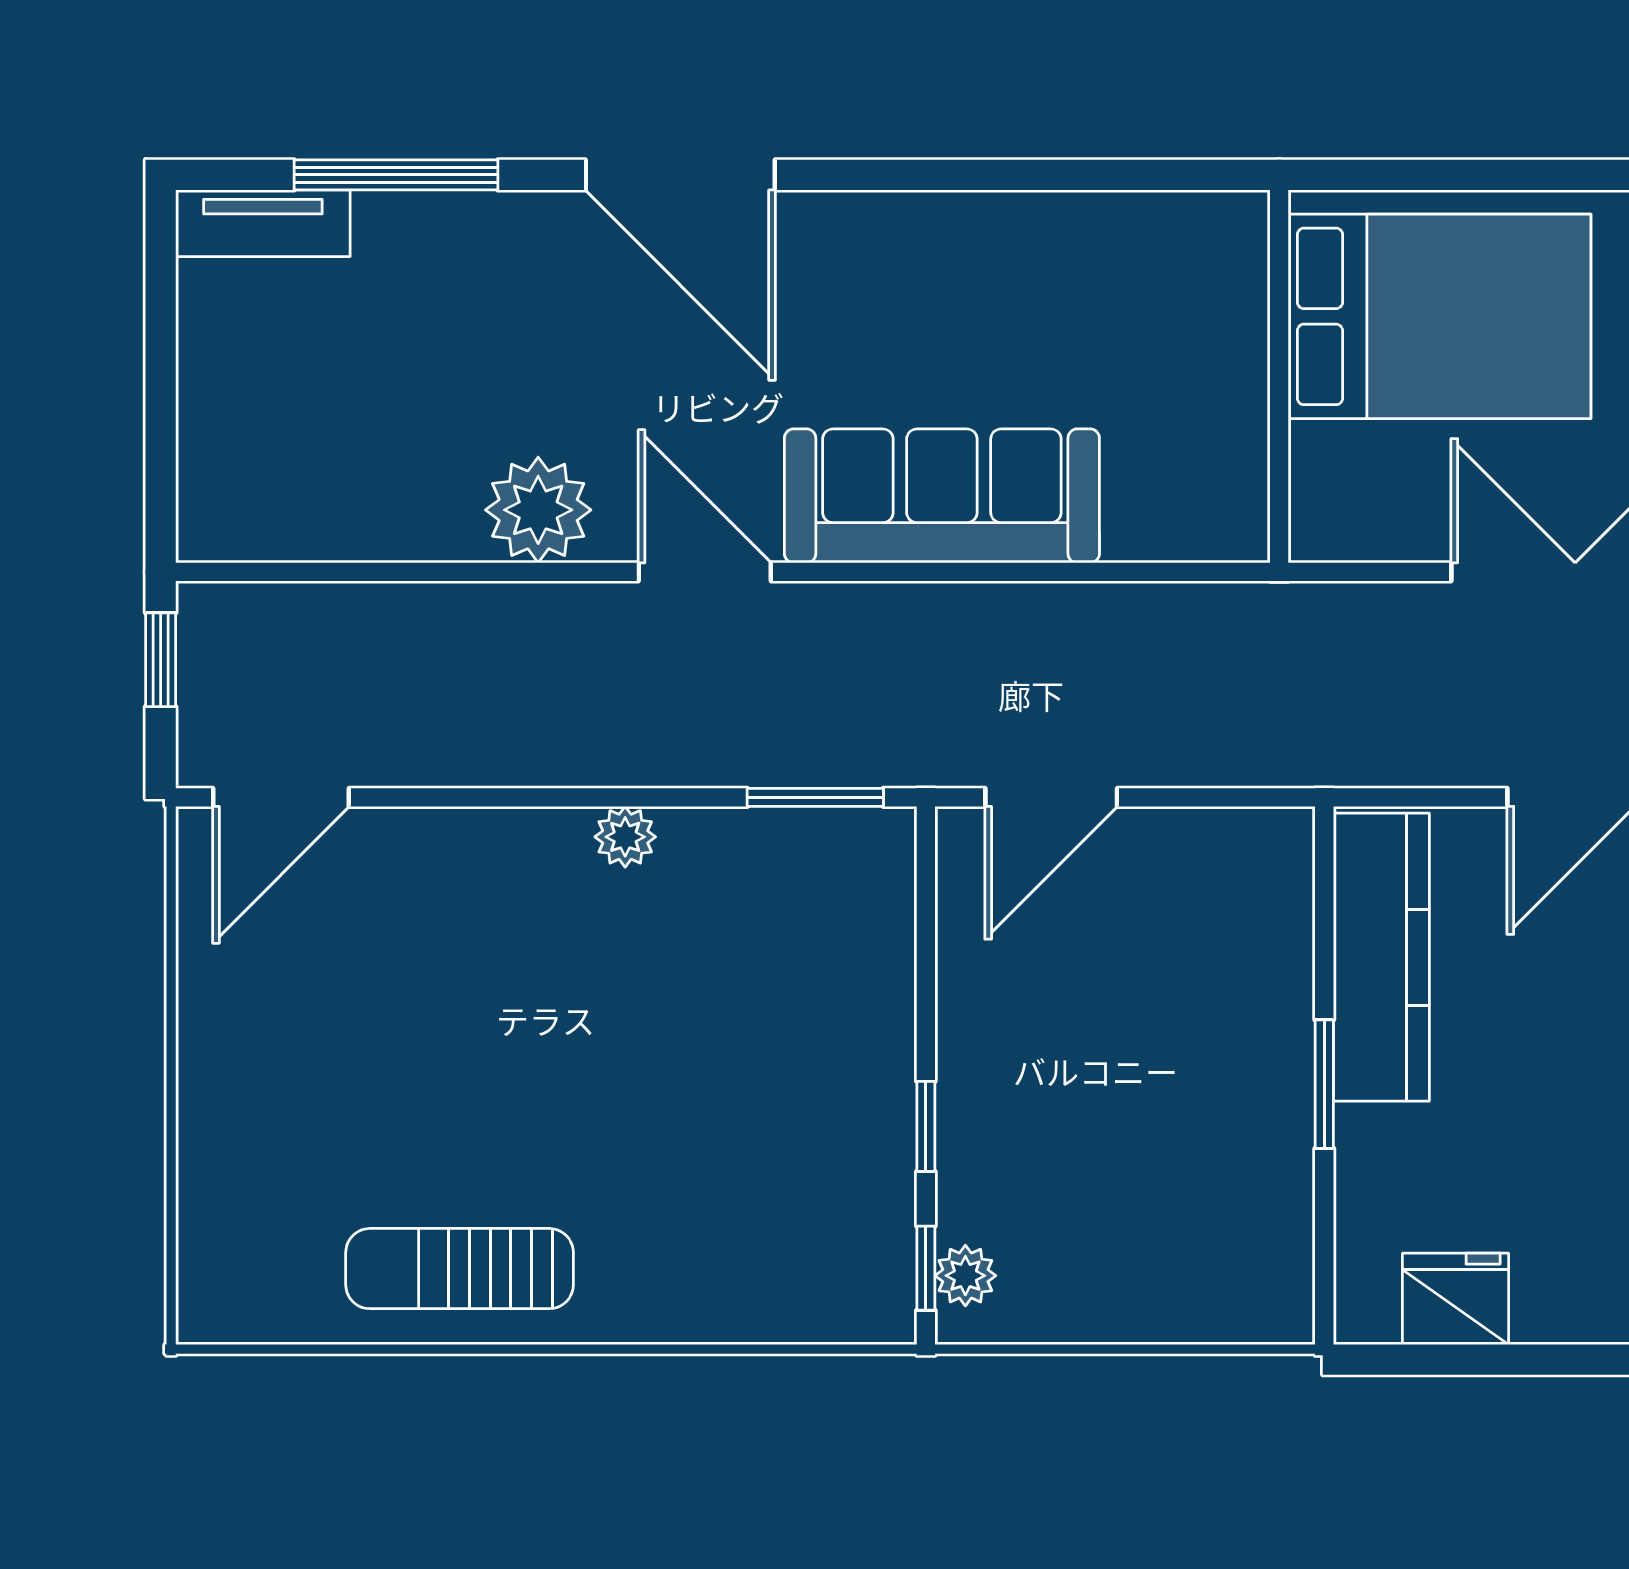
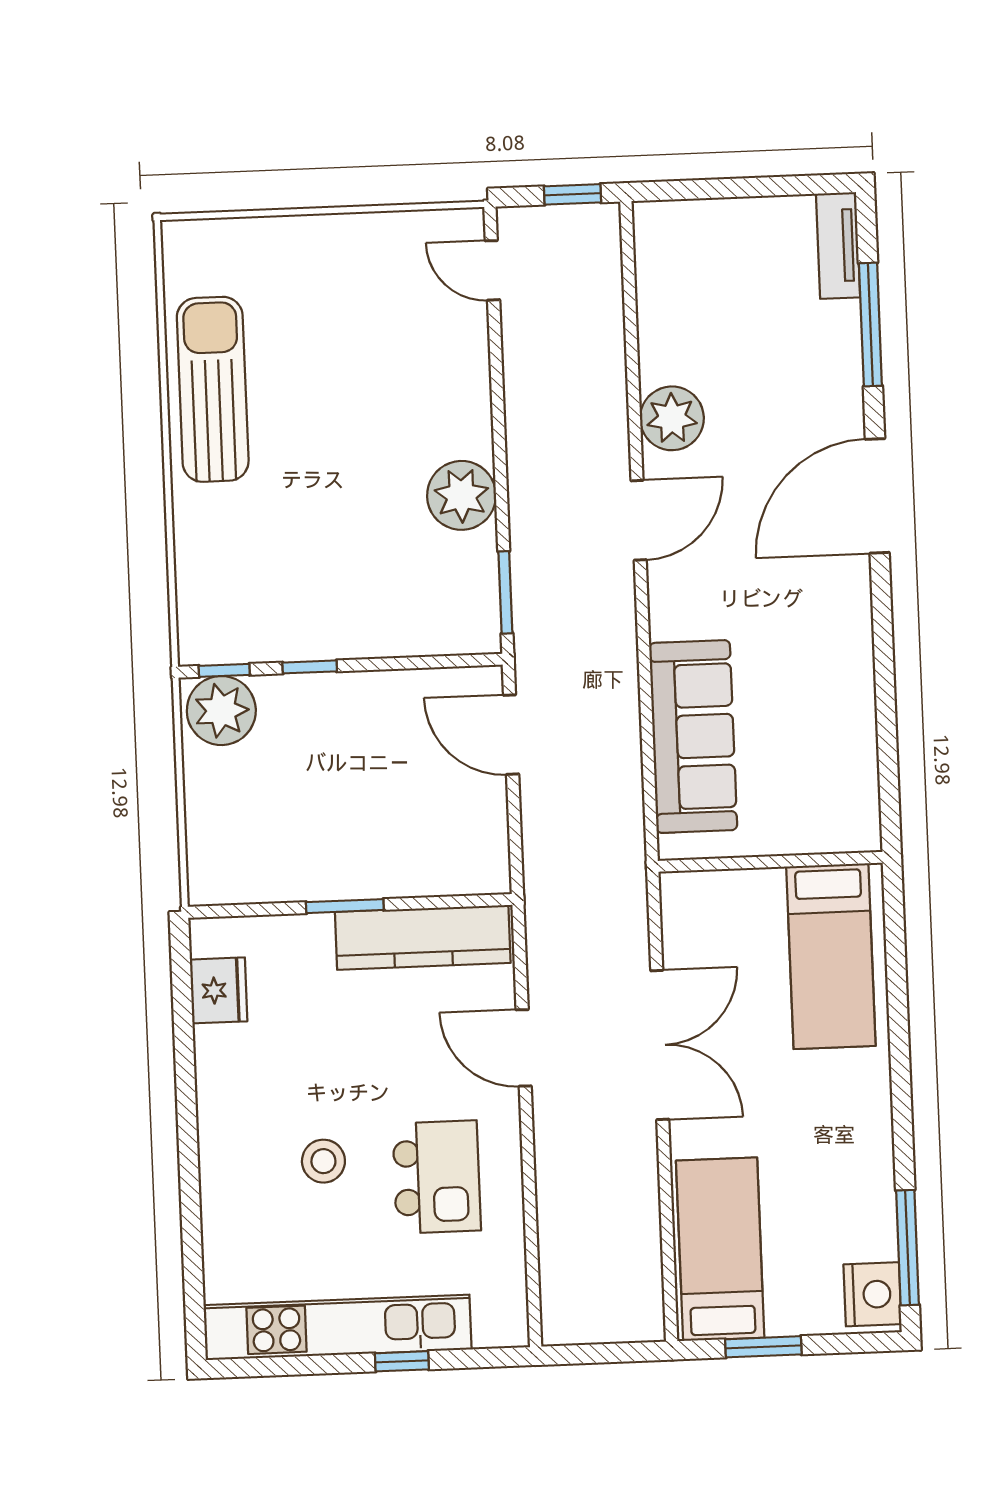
bed: (1440, 316) -> (831, 956), width x0.67
sofa: (942, 496) -> (693, 737), moved
door: (281, 797) -> (492, 270), width x0.73
plant: (625, 837) -> (462, 495), width x1.87, depth x1.87
sun lounger: (460, 1269) -> (213, 389), width x1.36, depth x1.34
plant: (965, 1276) -> (221, 711), width x1.87, depth x1.87

